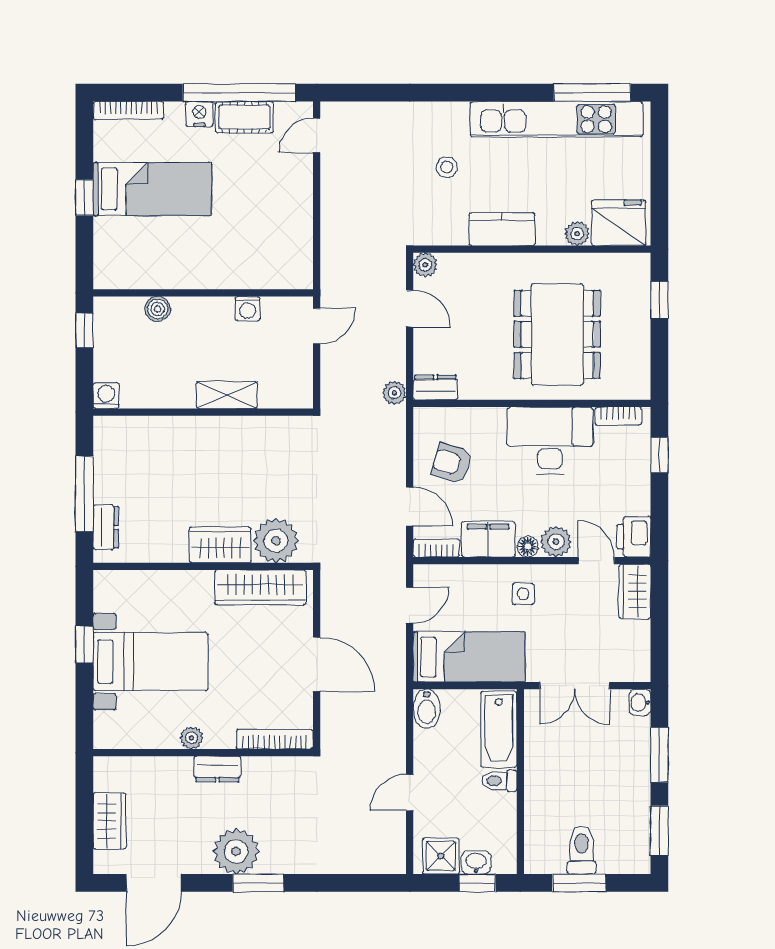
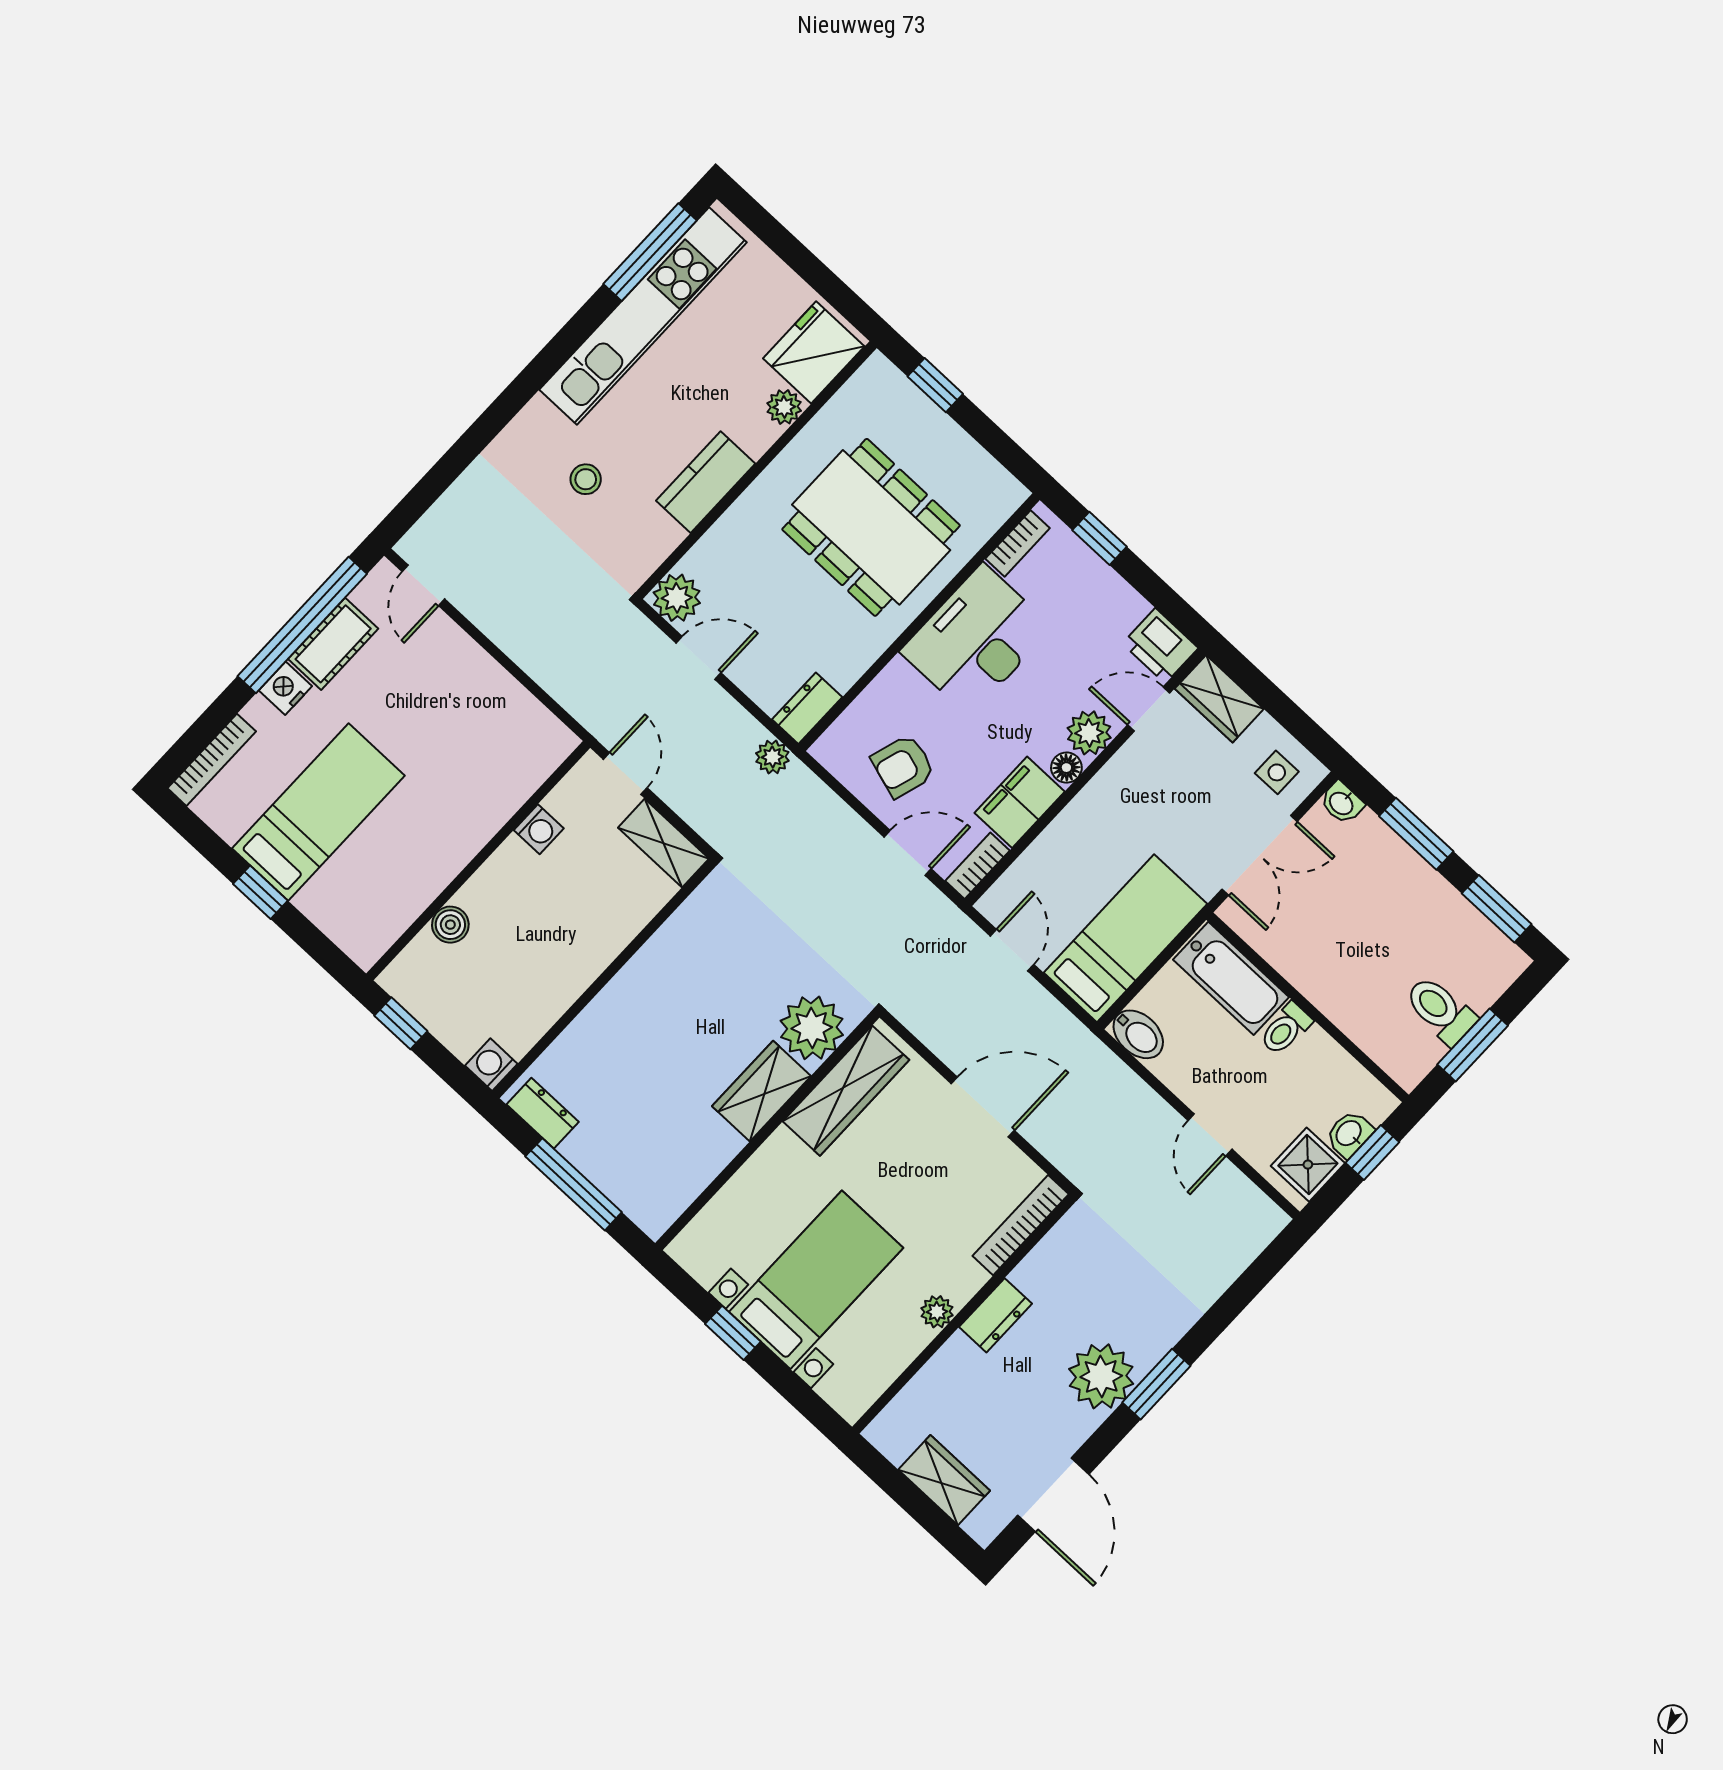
plant: (425, 265) -> (677, 598), width x1.38, depth x1.38
shelving: (227, 395) -> (663, 843), moved, turned 90
dresser: (106, 527) -> (543, 1113), moved
side table: (523, 594) -> (1277, 772), moved

